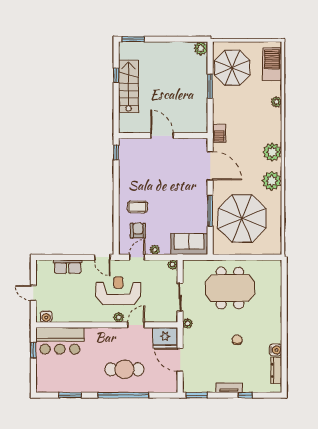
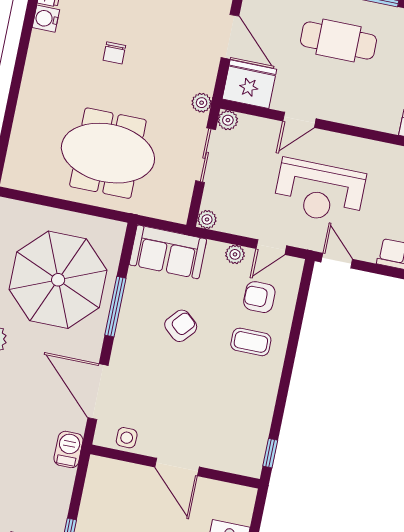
side table: (191, 145) -> (127, 438), added
armchair: (175, 208) -> (181, 326), added
armchair: (138, 231) -> (259, 297), turned 90
plant: (119, 317) -> (228, 120), moved

